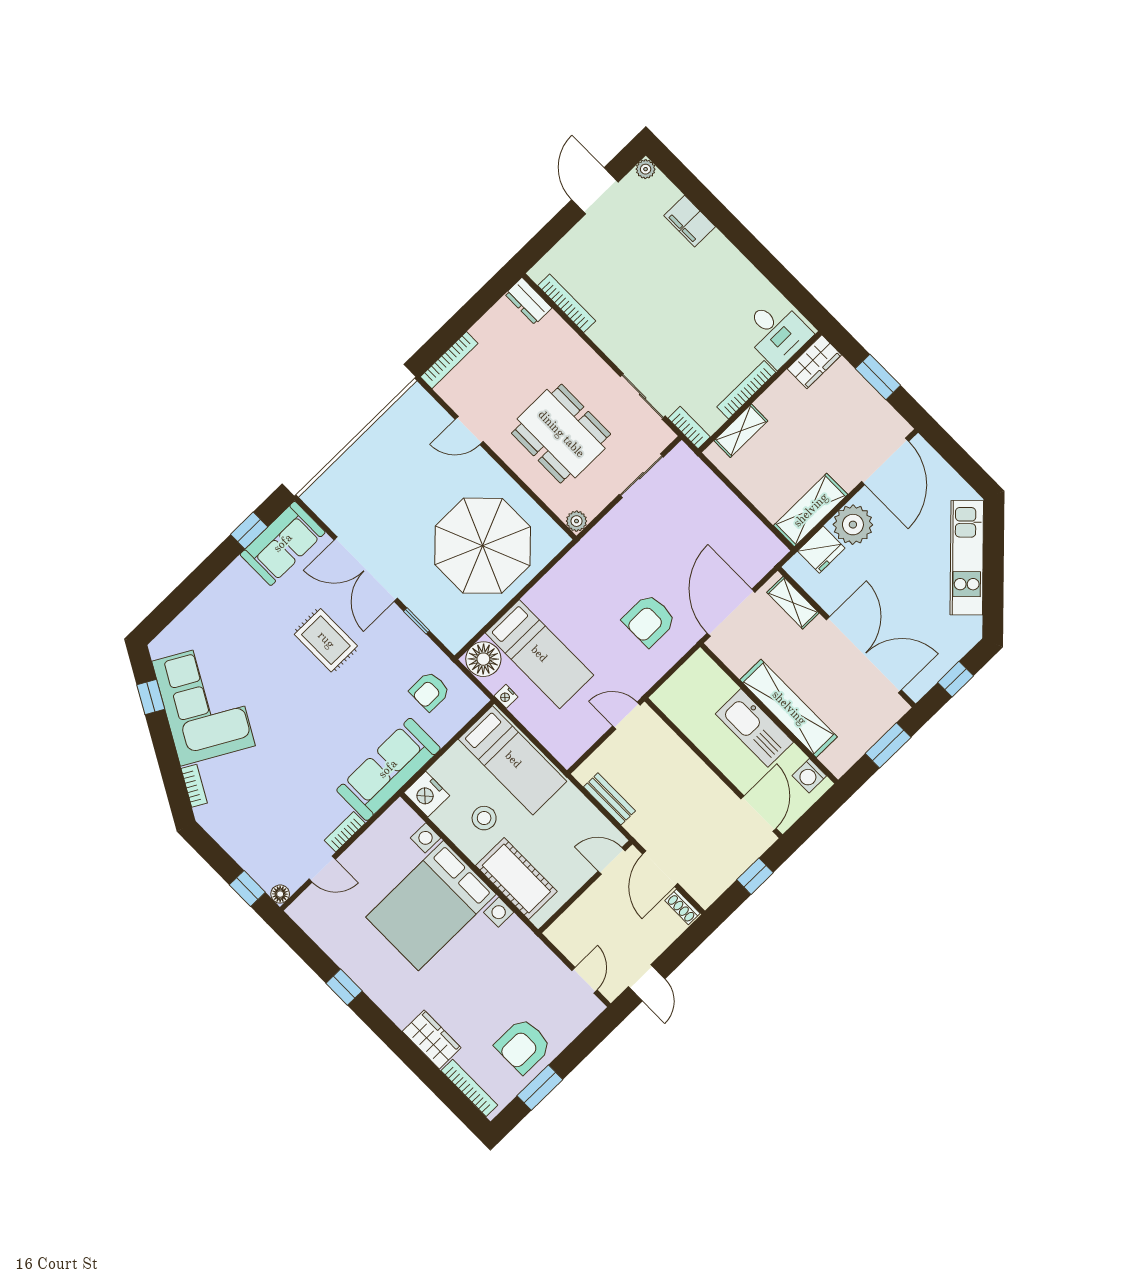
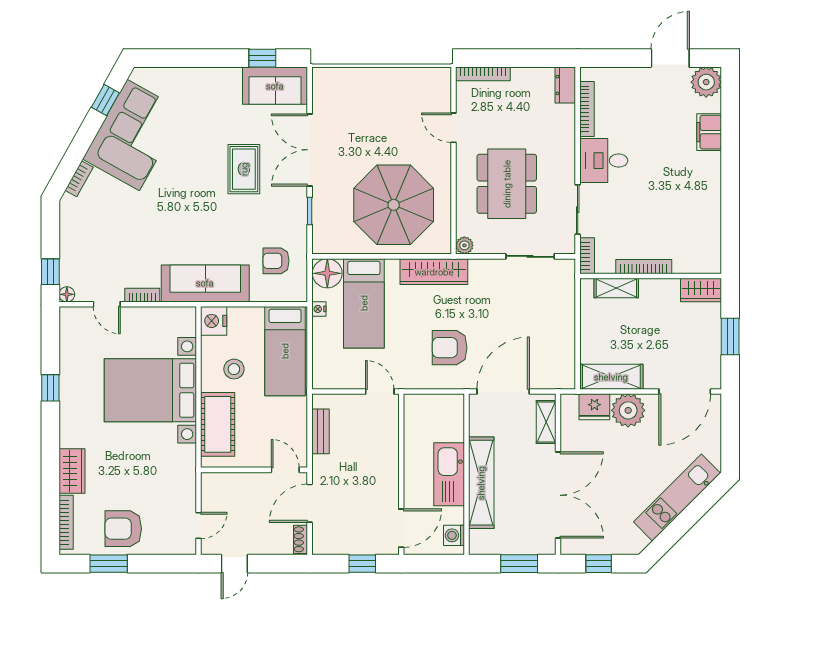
plant: (646, 169) -> (706, 82), width x1.87, depth x1.87
desk: (776, 332) -> (604, 161), moved, turned 90
wardrobe: (572, 569) -> (434, 272), added

